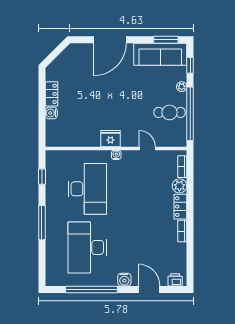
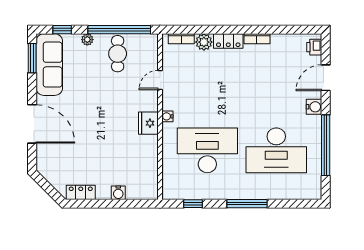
locker: (51, 94) -> (81, 192), moved

